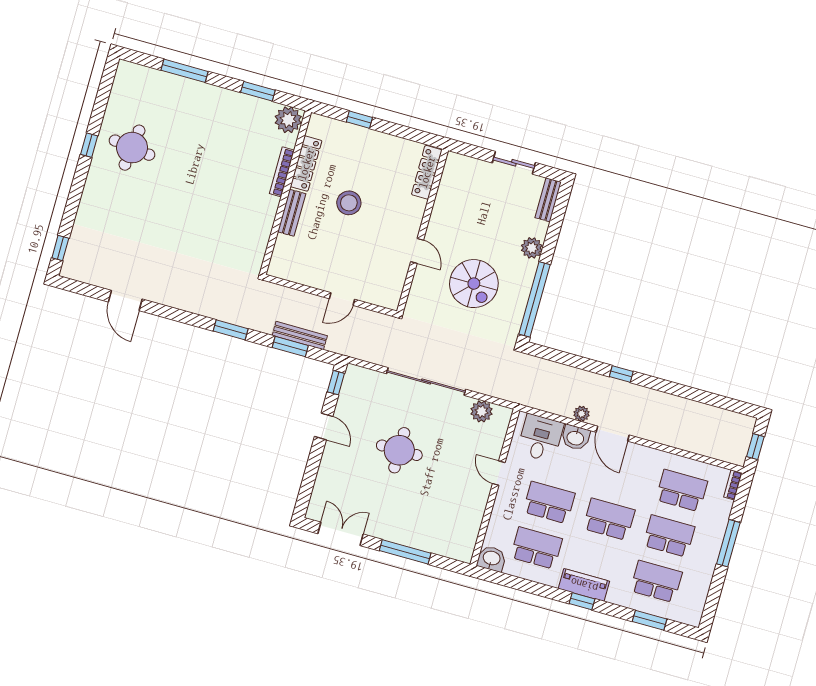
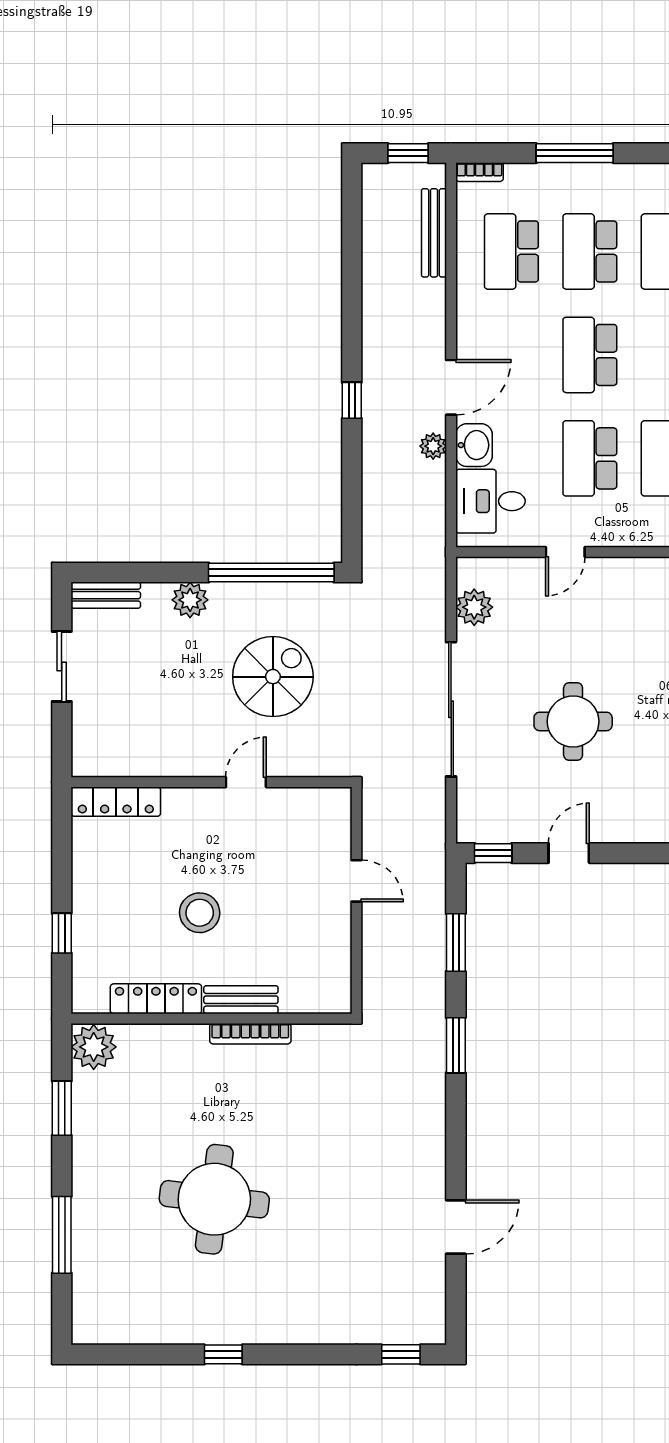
round table: (132, 148) -> (214, 1199), moved, width x1.36, depth x1.36
bookcase: (282, 172) -> (250, 1034), moved
bench: (300, 336) -> (434, 233), moved

